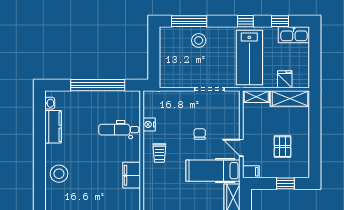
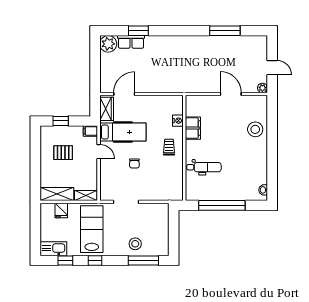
nightstand: (149, 124) -> (178, 121), moved
kitchen counter: (53, 127) -> (260, 170), removed
pallet: (283, 147) -> (63, 153), turned 90

